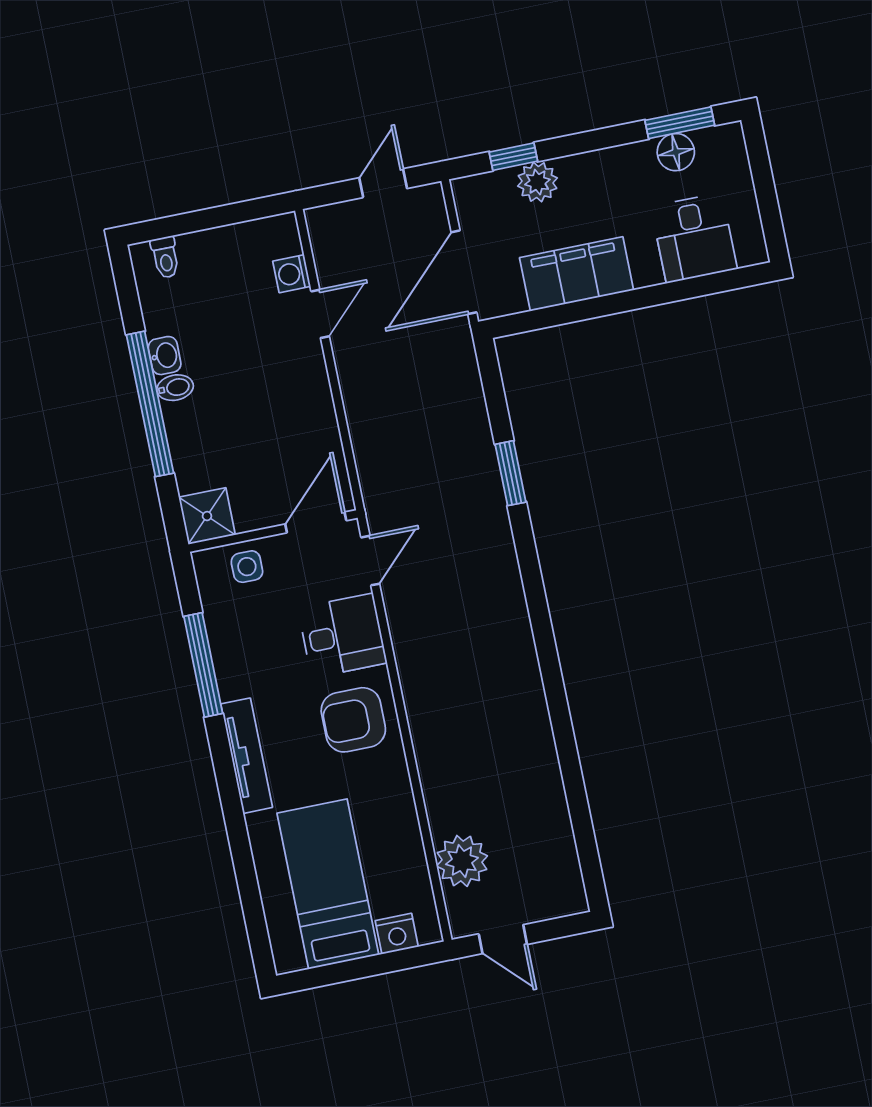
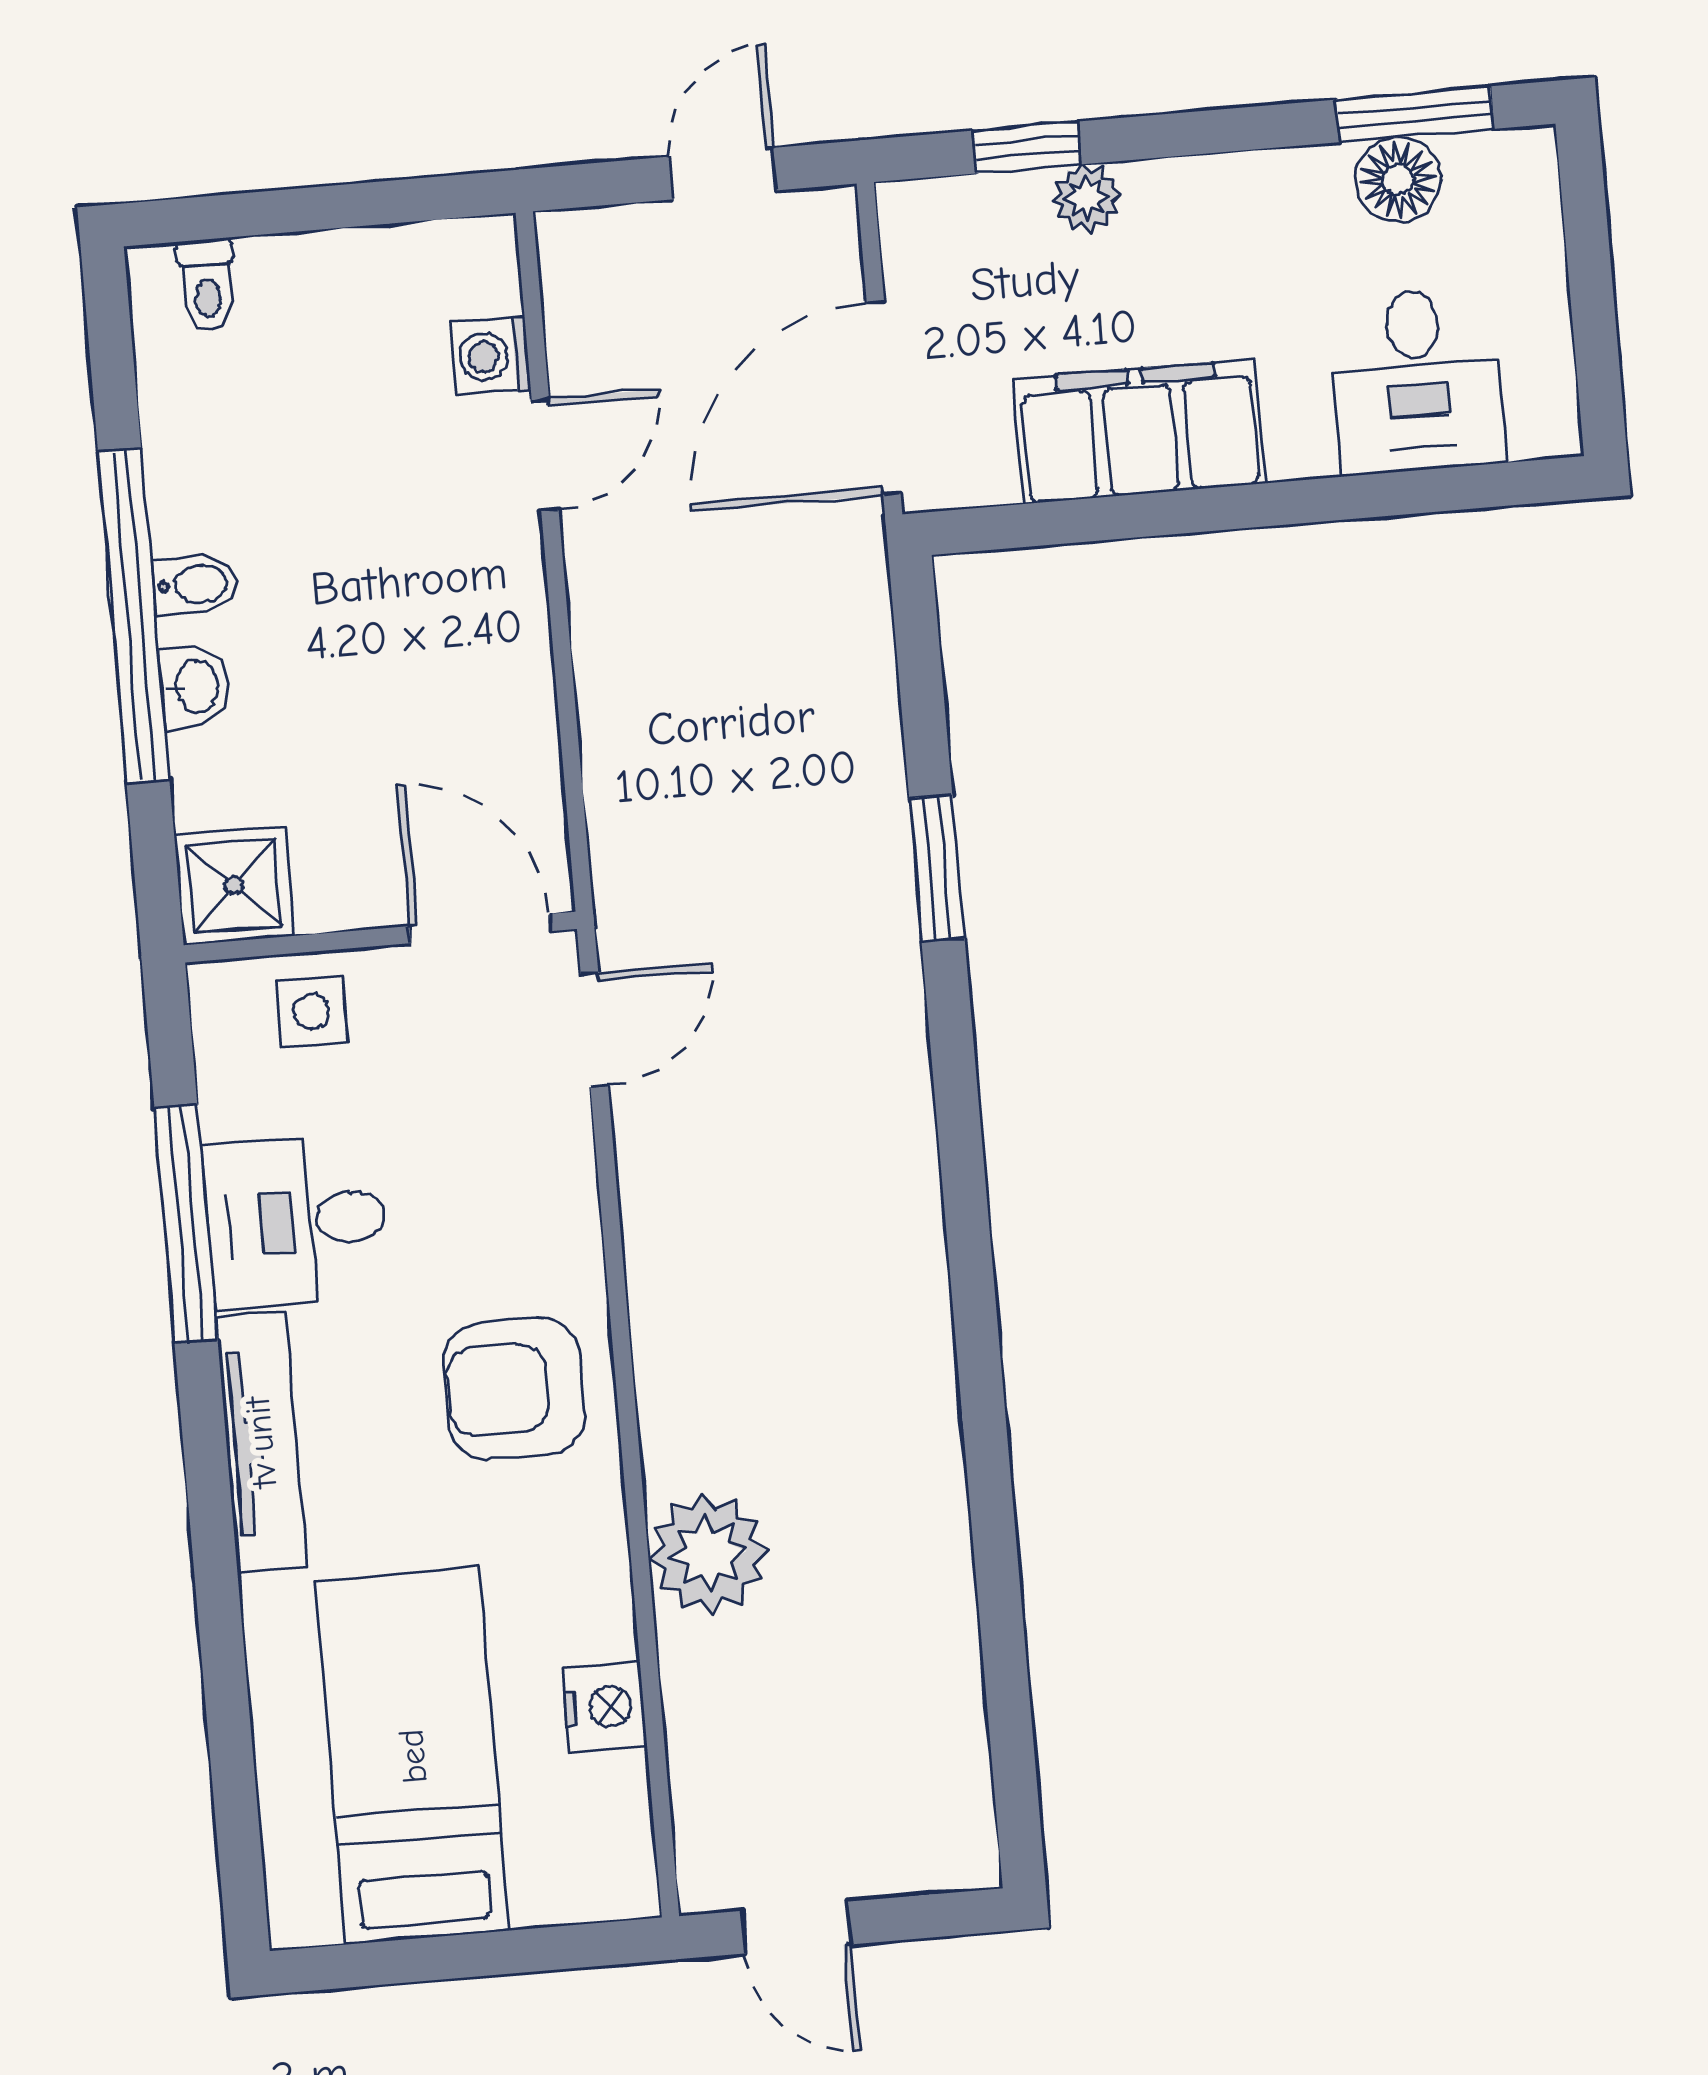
plant: (537, 182) -> (1087, 198), width x0.73, depth x0.73
washbasin: (165, 356) -> (195, 687), moved
door: (316, 522) -> (480, 929), hinge flipped
desk: (342, 636) -> (296, 1221), moved, turned 180
plant: (462, 861) -> (708, 1554), moved
nightstand: (397, 934) -> (604, 1707), moved, turned -90

